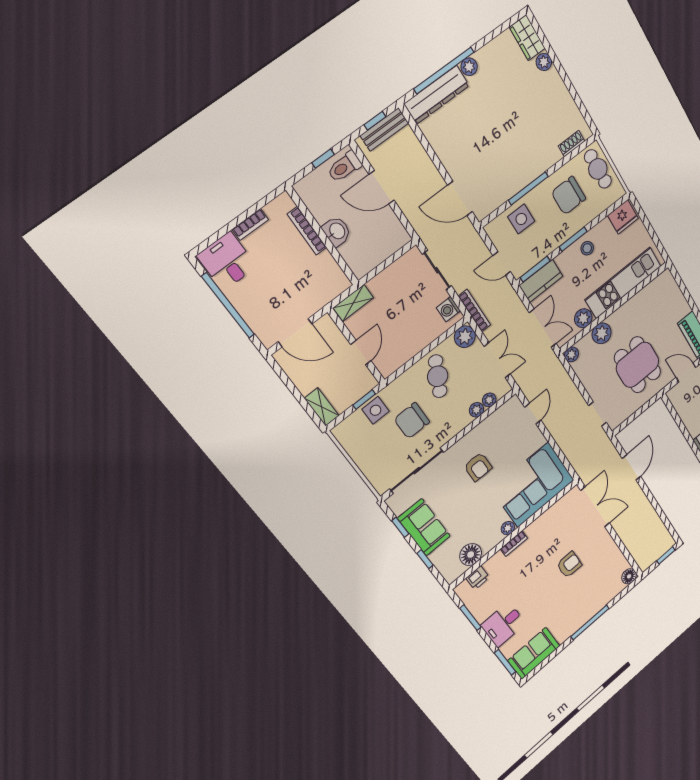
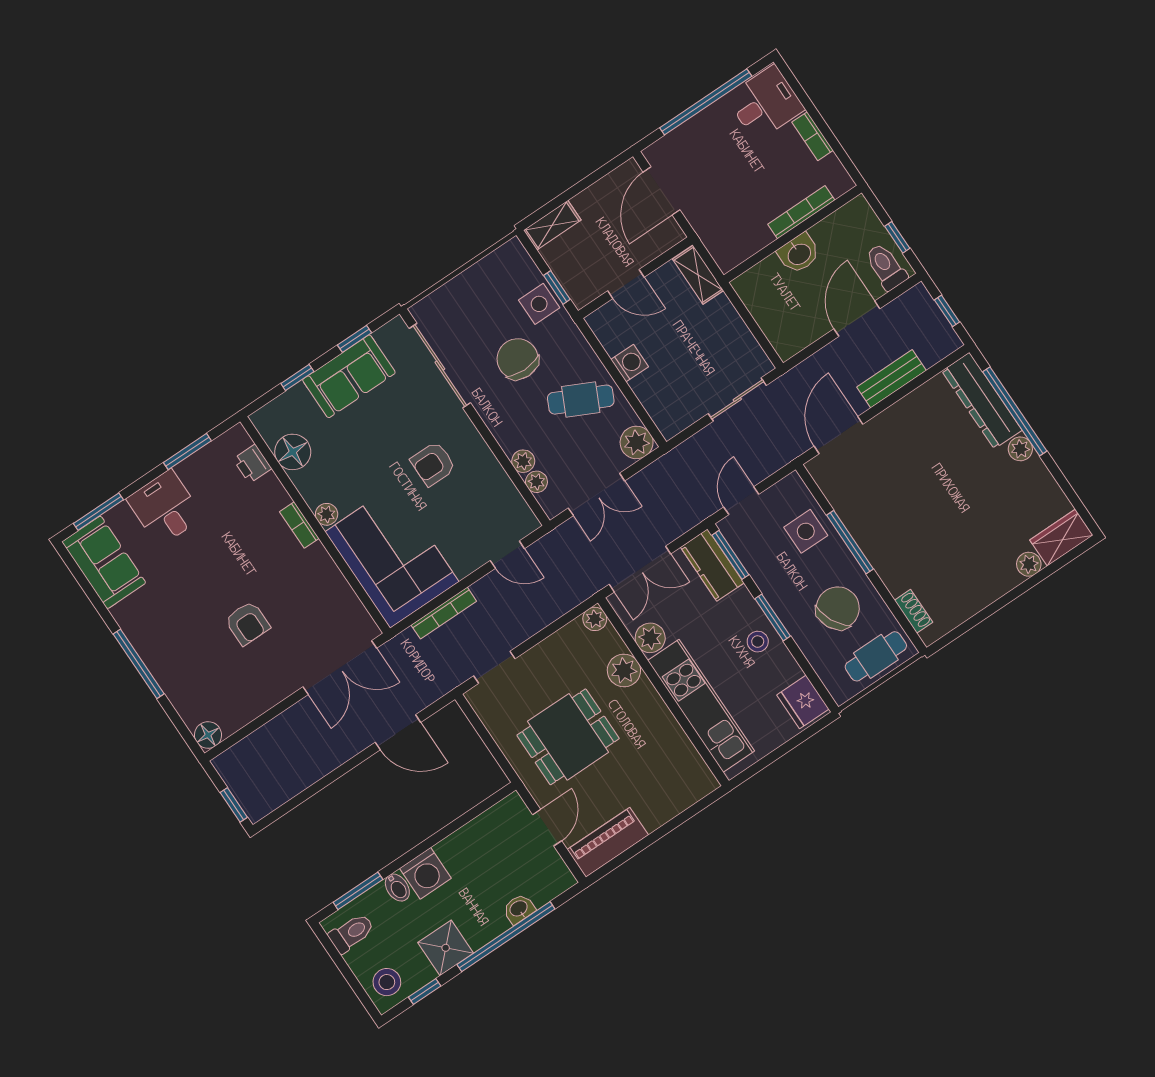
bench: (384, 129) -> (891, 379), moved, turned 90
chair: (569, 196) -> (838, 608), turned 64
washing machine: (449, 309) -> (630, 363), moved, turned 90
bookcase: (474, 311) -> (444, 613), moved

